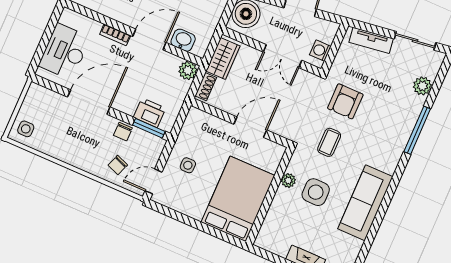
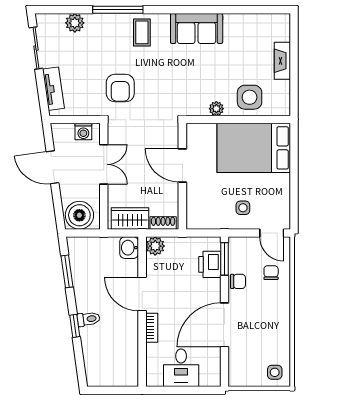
washbasin: (183, 40) -> (129, 248), moved
desk: (65, 52) -> (181, 368), width x0.73
armchair: (345, 101) -> (120, 88), turned 90
door: (89, 102) -> (224, 325), hinge flipped
coffee table: (329, 142) -> (142, 32), moved, turned 90
chair: (118, 165) -> (271, 273), turned -111
side table: (316, 192) -> (250, 97), moved
sofa: (365, 203) -> (197, 29), width x0.73

